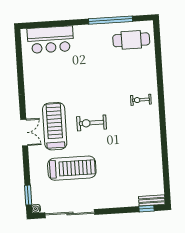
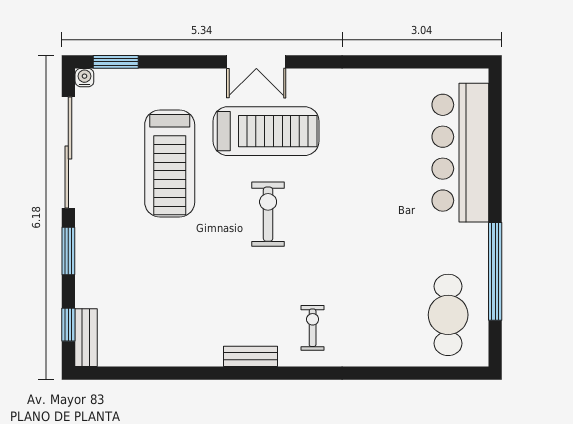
bar counter: (50, 40) -> (460, 153), width x1.36
bench: (155, 127) -> (251, 356), added
window: (114, 211) -> (68, 251), added

